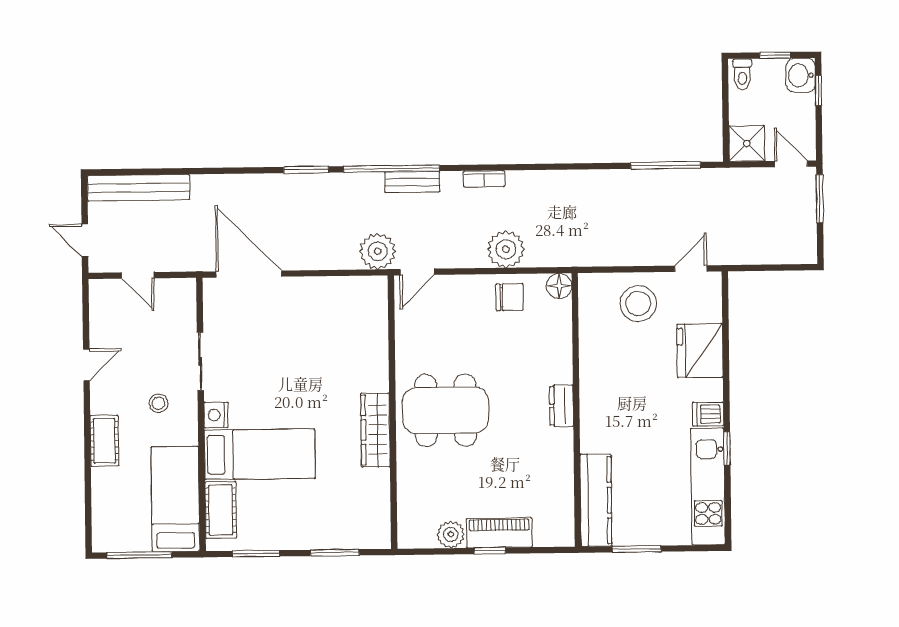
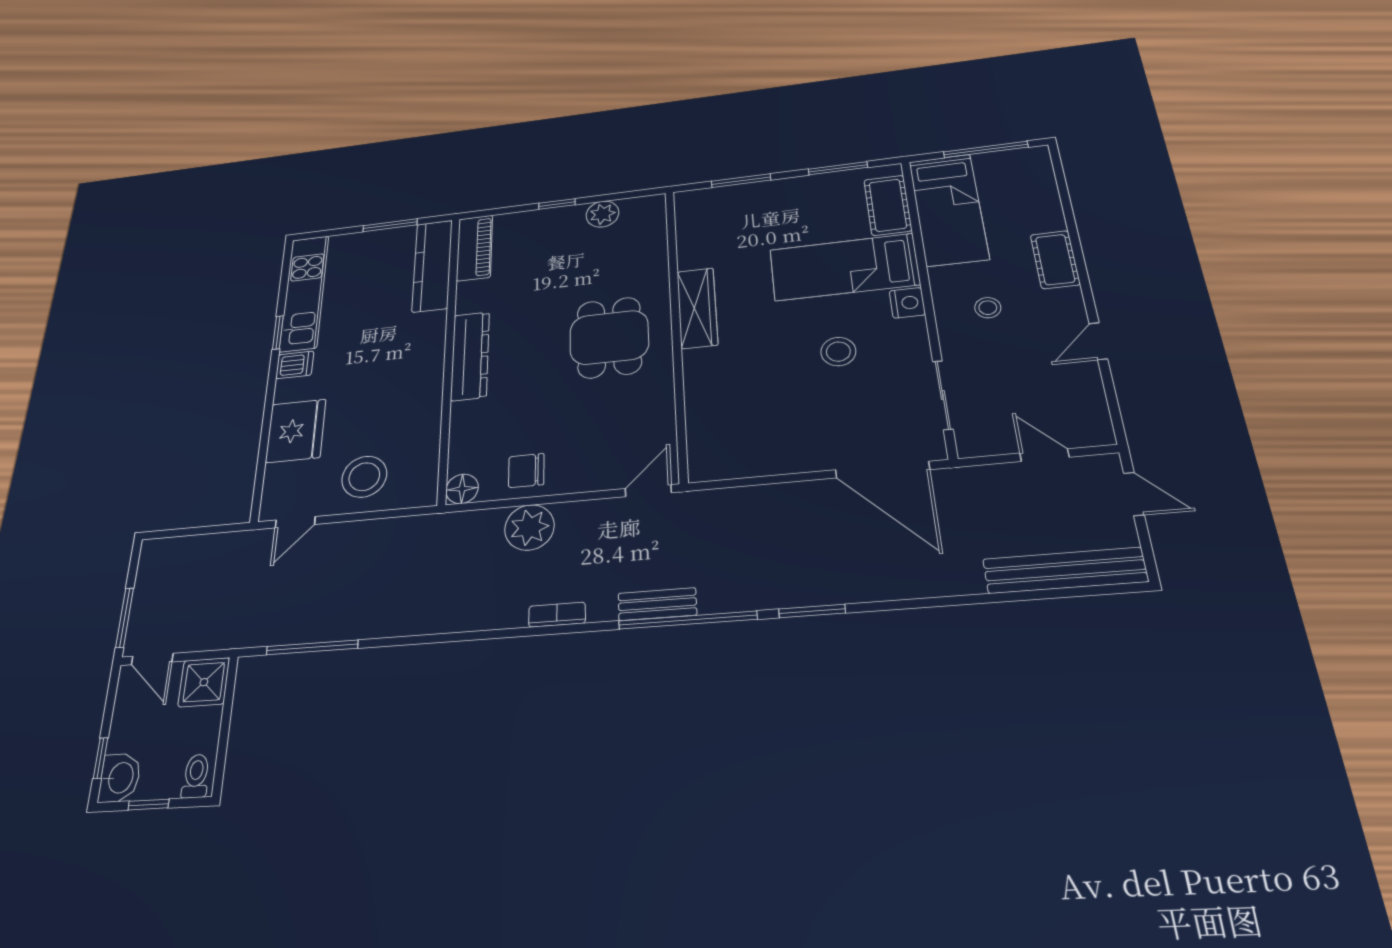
plant: (378, 251) -> (703, 512), removed
sliding door: (200, 361) -> (943, 395), moved
stool: (271, 377) -> (838, 352), added
dresser: (561, 406) -> (470, 356), width x1.96, depth x1.24
dining table: (446, 410) -> (609, 337), width x0.73
piano: (499, 533) -> (475, 248), moved, turned -90

